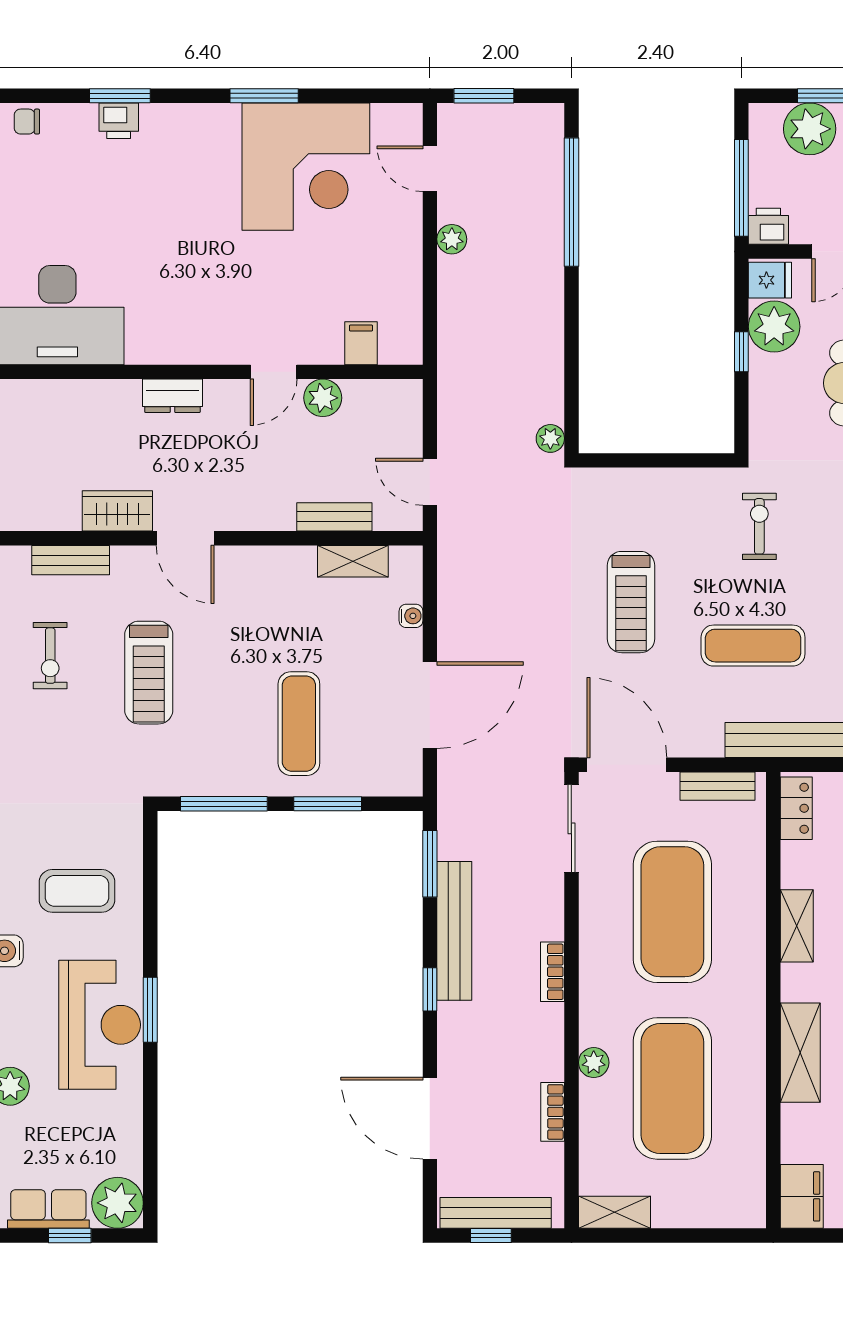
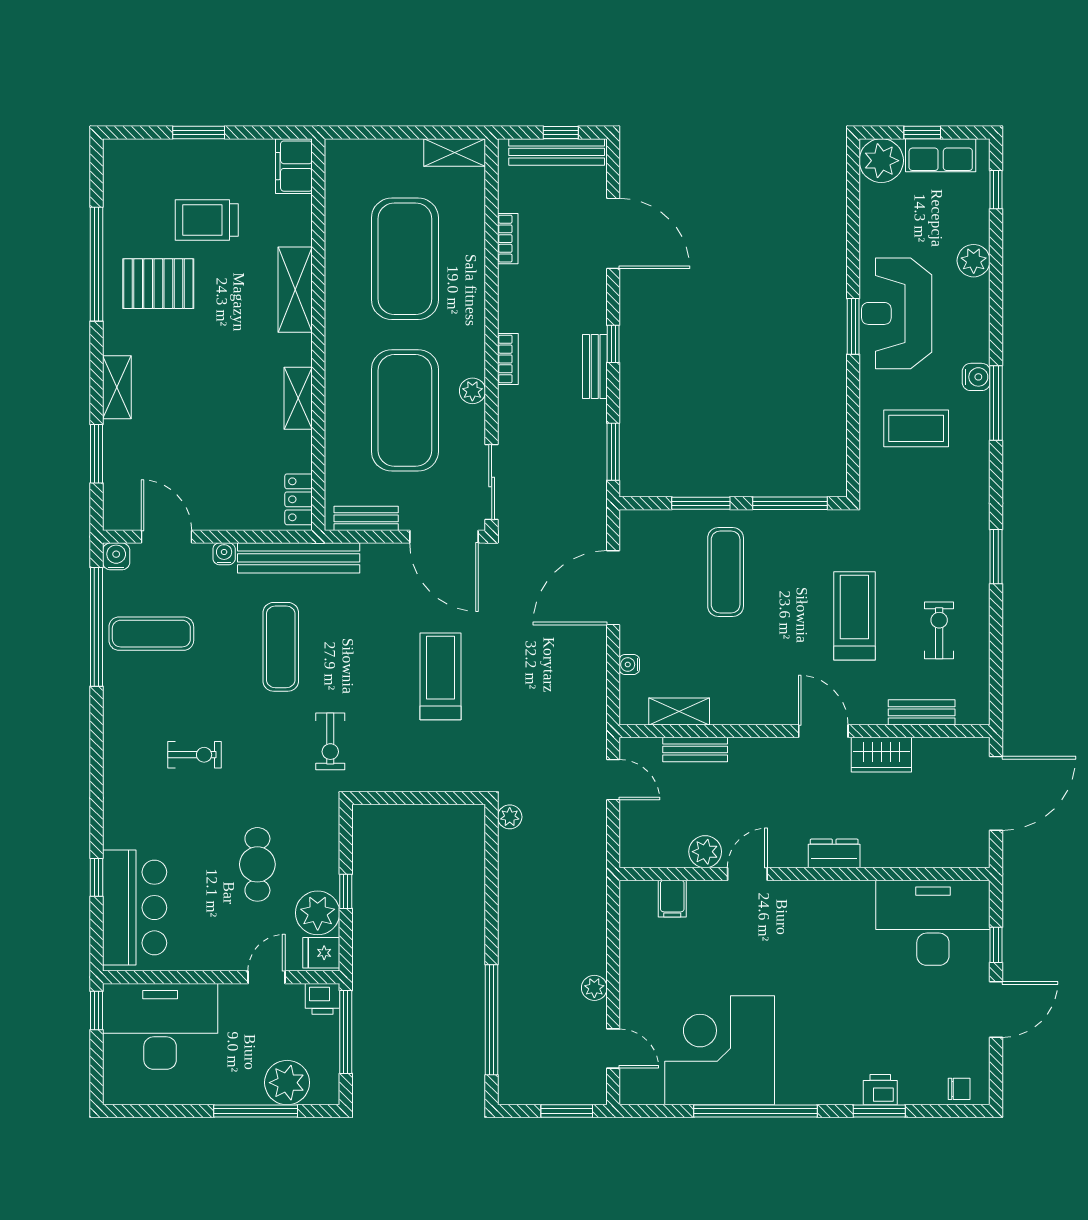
window: (264, 96) -> (756, 1111), width x2.11
exercise mat: (753, 646) -> (281, 647), moved, turned 90
bench: (454, 931) -> (595, 366), width x0.54, depth x0.82
plant: (594, 1063) -> (472, 391), moved

